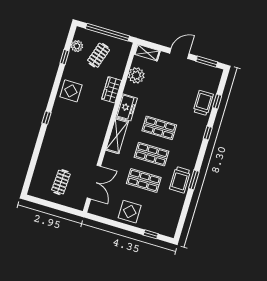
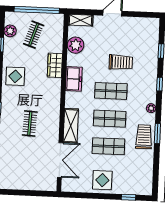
window: (207, 62) -> (141, 14), removed
trolley: (203, 103) -> (121, 62), moved, turned 90
shelving: (117, 136) -> (71, 126), moved
plant: (194, 154) -> (151, 108), added
trolley: (180, 180) -> (144, 137), turned 180
clothes rail: (61, 182) -> (30, 124), moved

